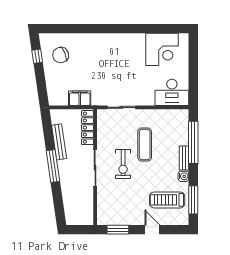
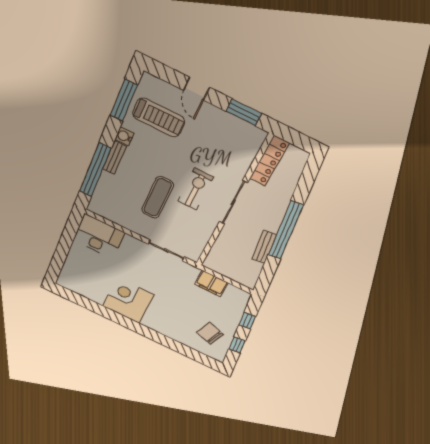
corner desk: (162, 49) -> (128, 300), moved
chair: (61, 55) -> (210, 333), turned -140
window: (41, 82) -> (247, 321), added
locker: (88, 128) -> (269, 161), moved
bench: (59, 142) -> (264, 247), width x0.73
window: (53, 166) -> (286, 230), width x1.46

